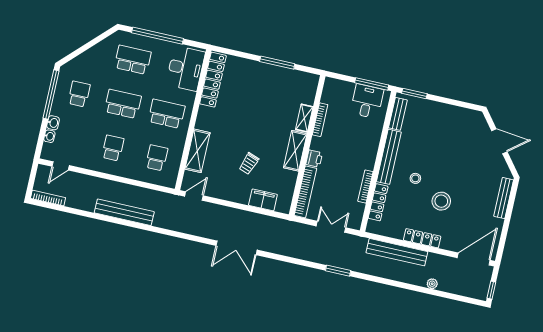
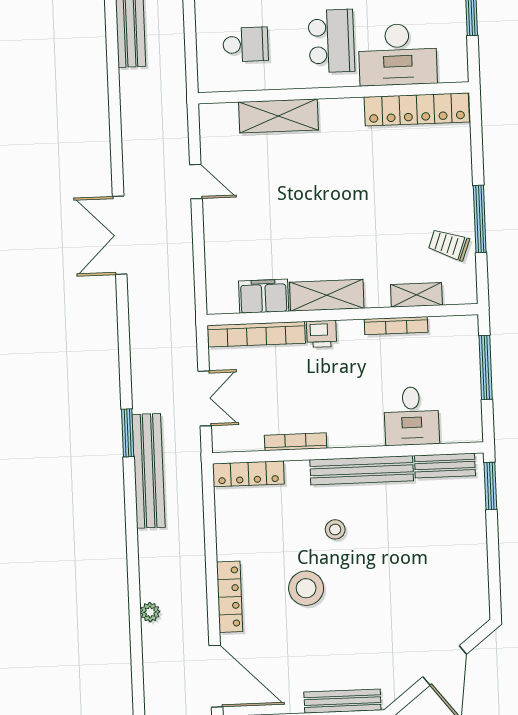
desk: (186, 68) -> (398, 55), moved
window: (372, 84) -> (486, 367), moved
desk: (367, 101) -> (411, 416), moved, turned 90
shelving: (304, 118) -> (416, 295), moved
trolley: (249, 163) -> (449, 245), moved
door: (194, 196) -> (196, 182), moved
filing cabinet: (263, 200) -> (264, 296), moved, turned -90
locker: (378, 202) -> (248, 474), moved
locker: (422, 238) -> (230, 597), moved
bench: (397, 252) -> (149, 471), moved

